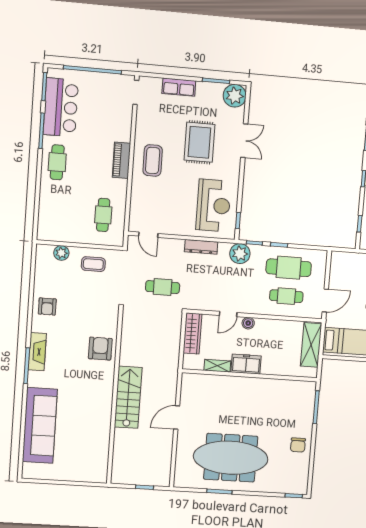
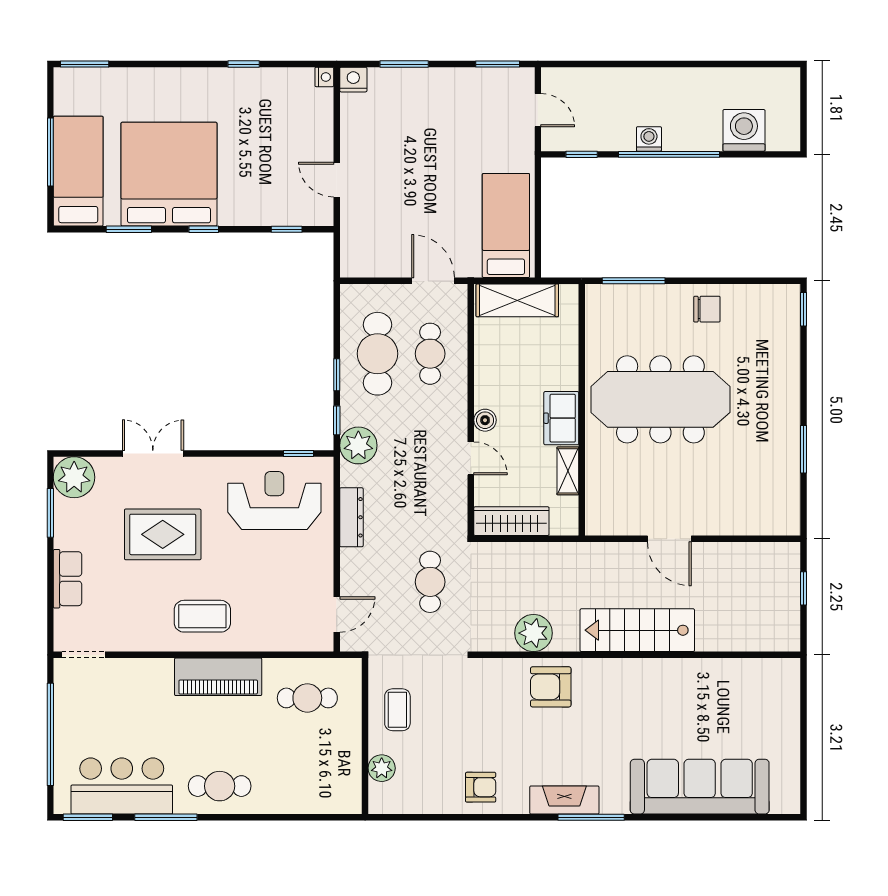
piano: (121, 160) -> (218, 677), width x1.37, depth x1.33
plant: (131, 341) -> (534, 633), added
meeting table: (231, 458) -> (660, 399), moved, turned 90

